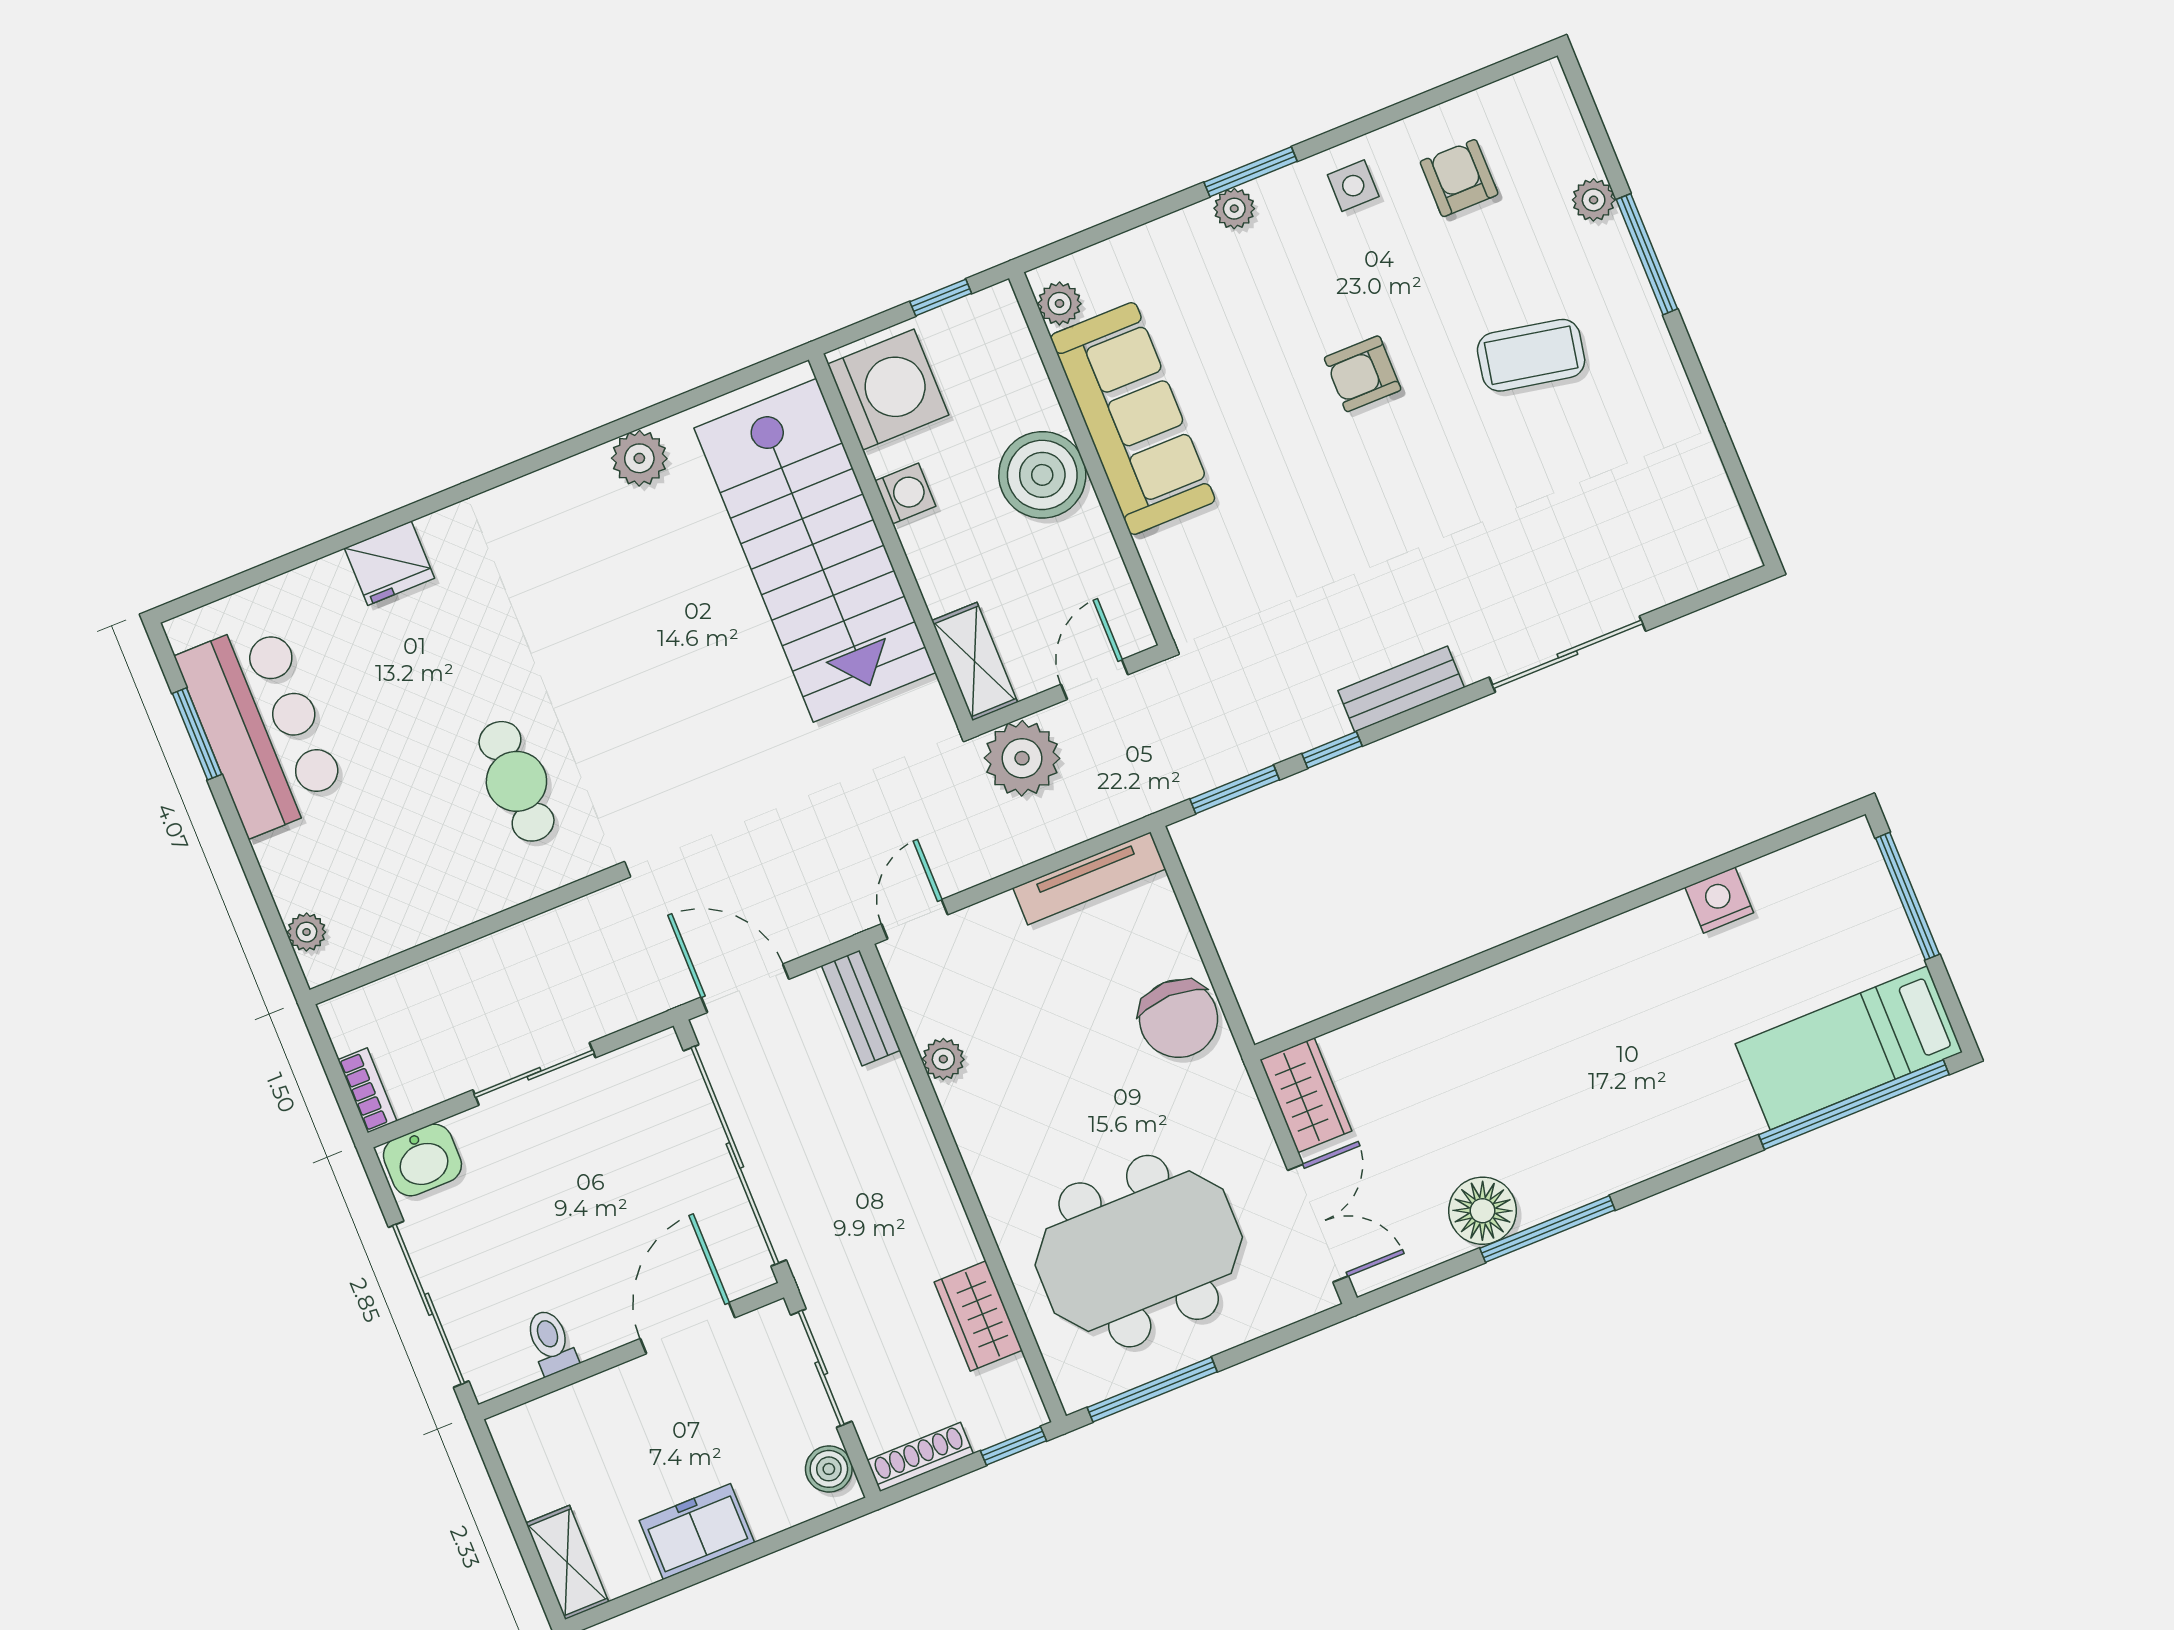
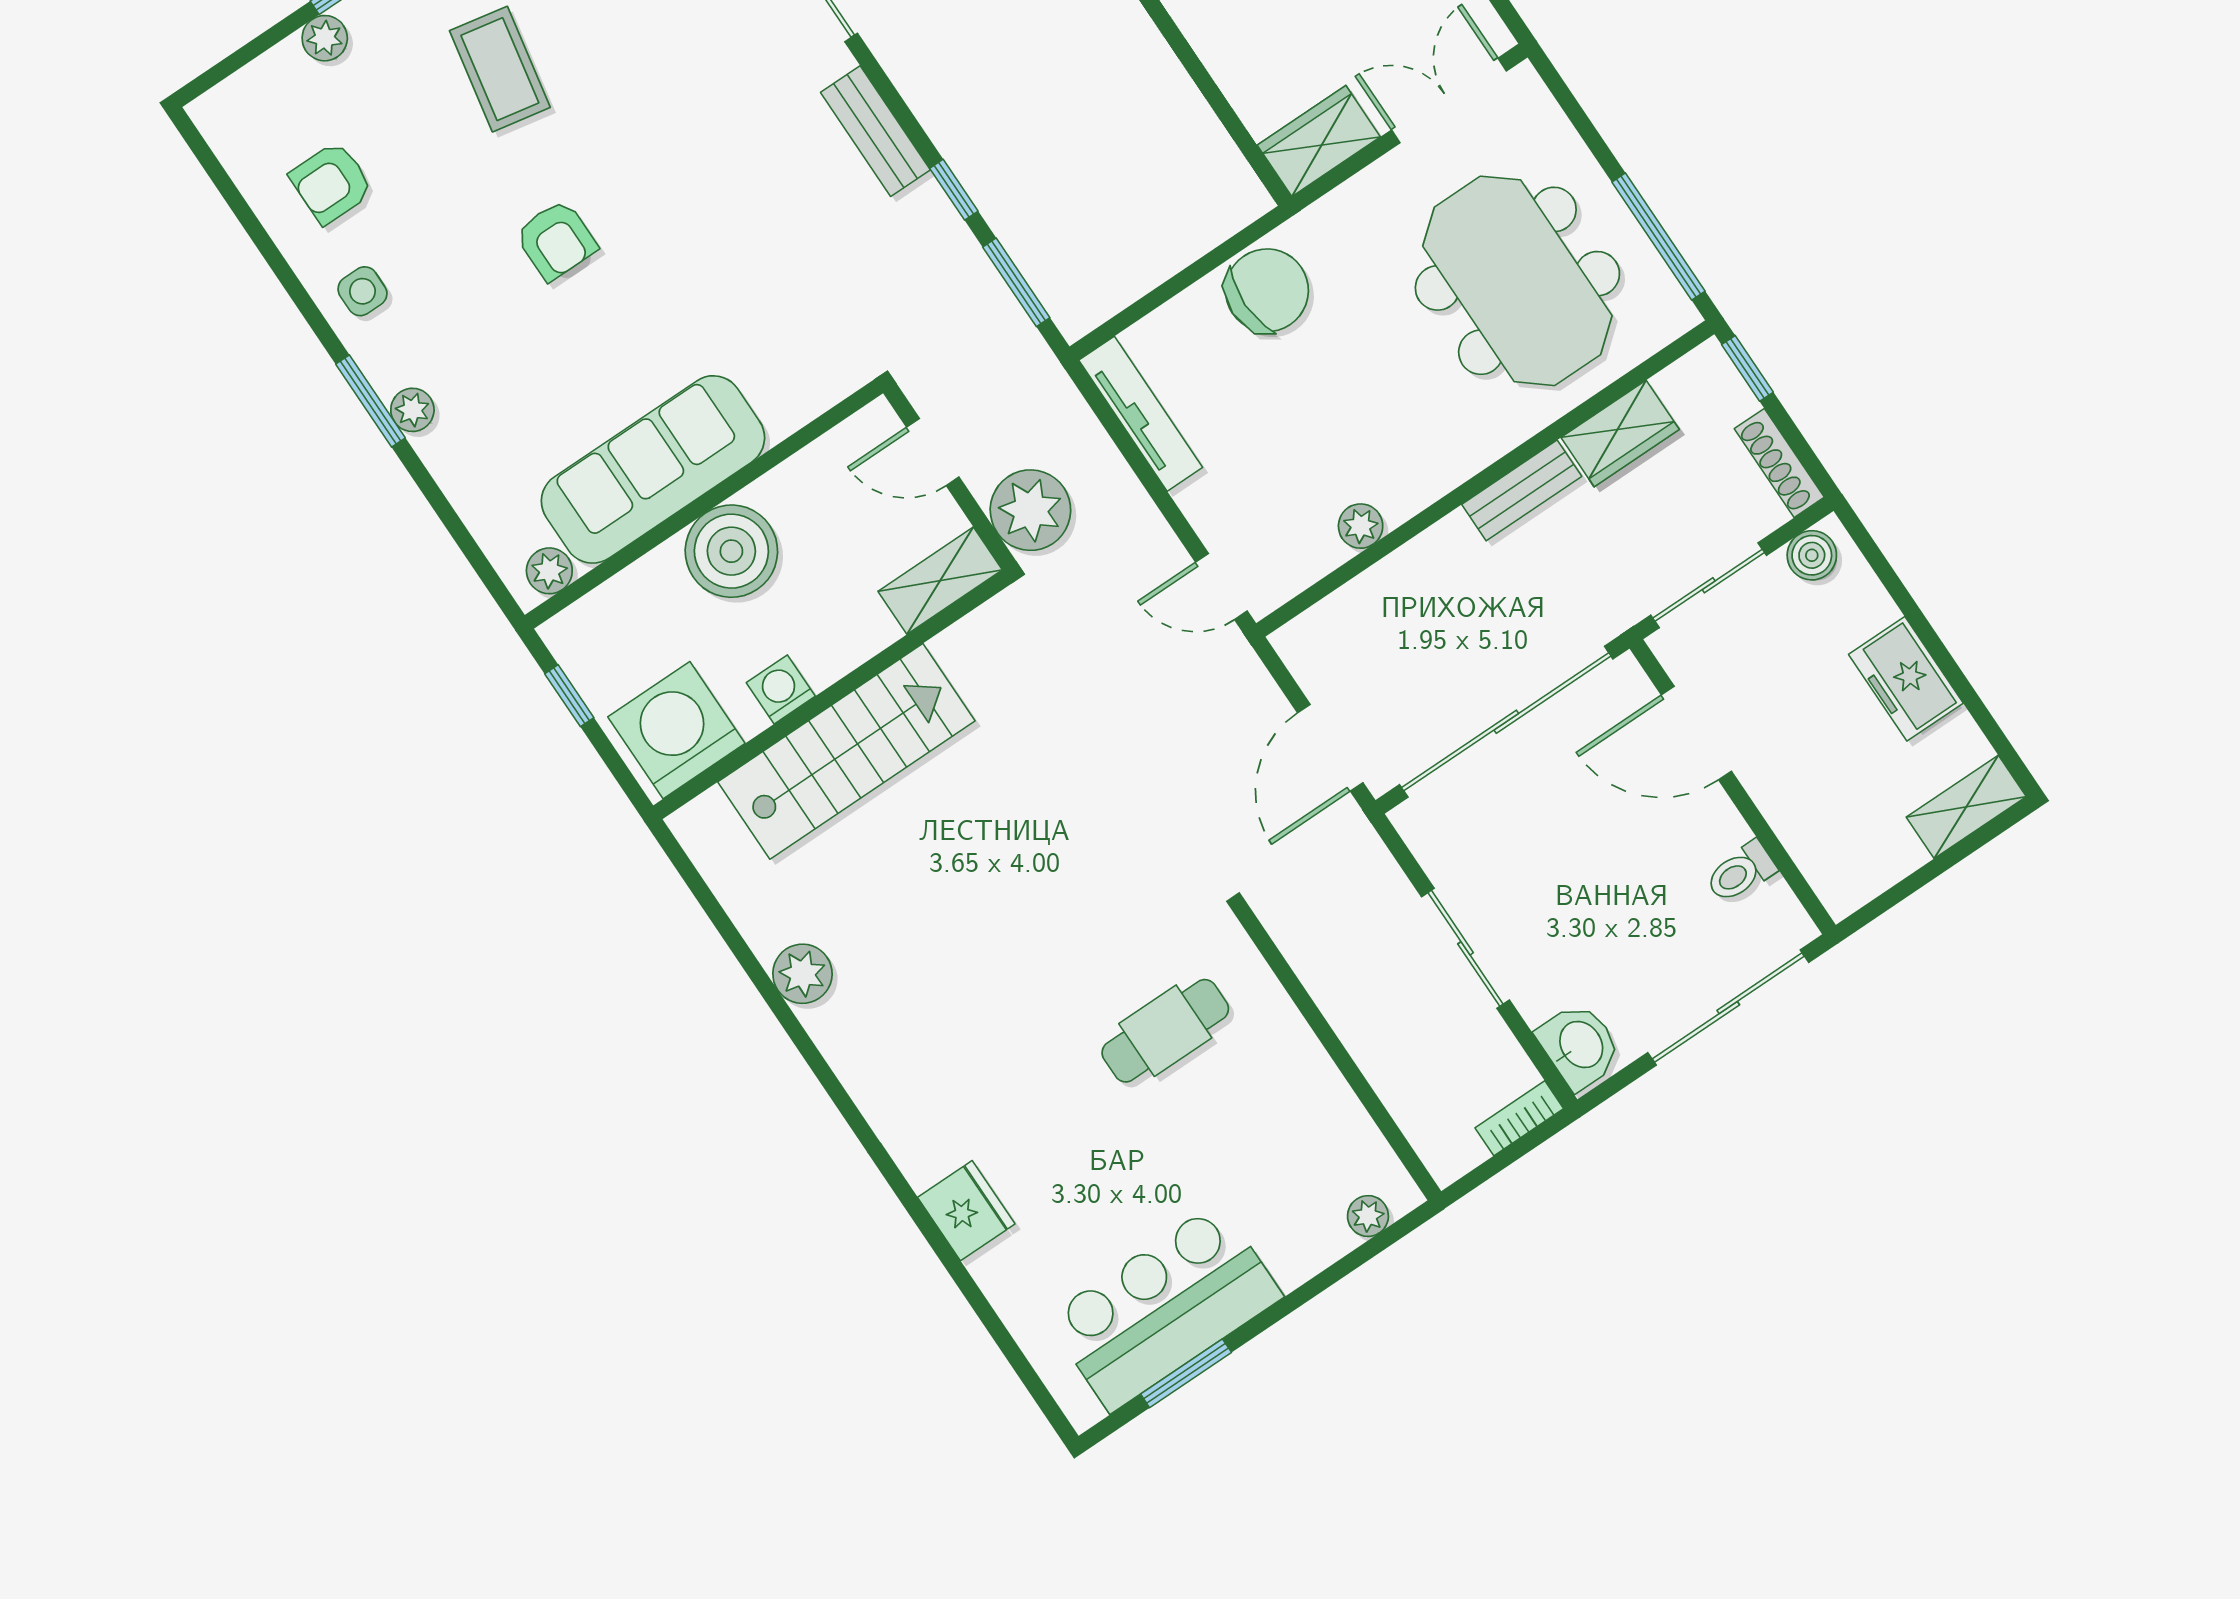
stairs: (815, 550) -> (846, 751), width x0.73, depth x0.66
bench: (861, 1008) -> (1522, 490), moved

